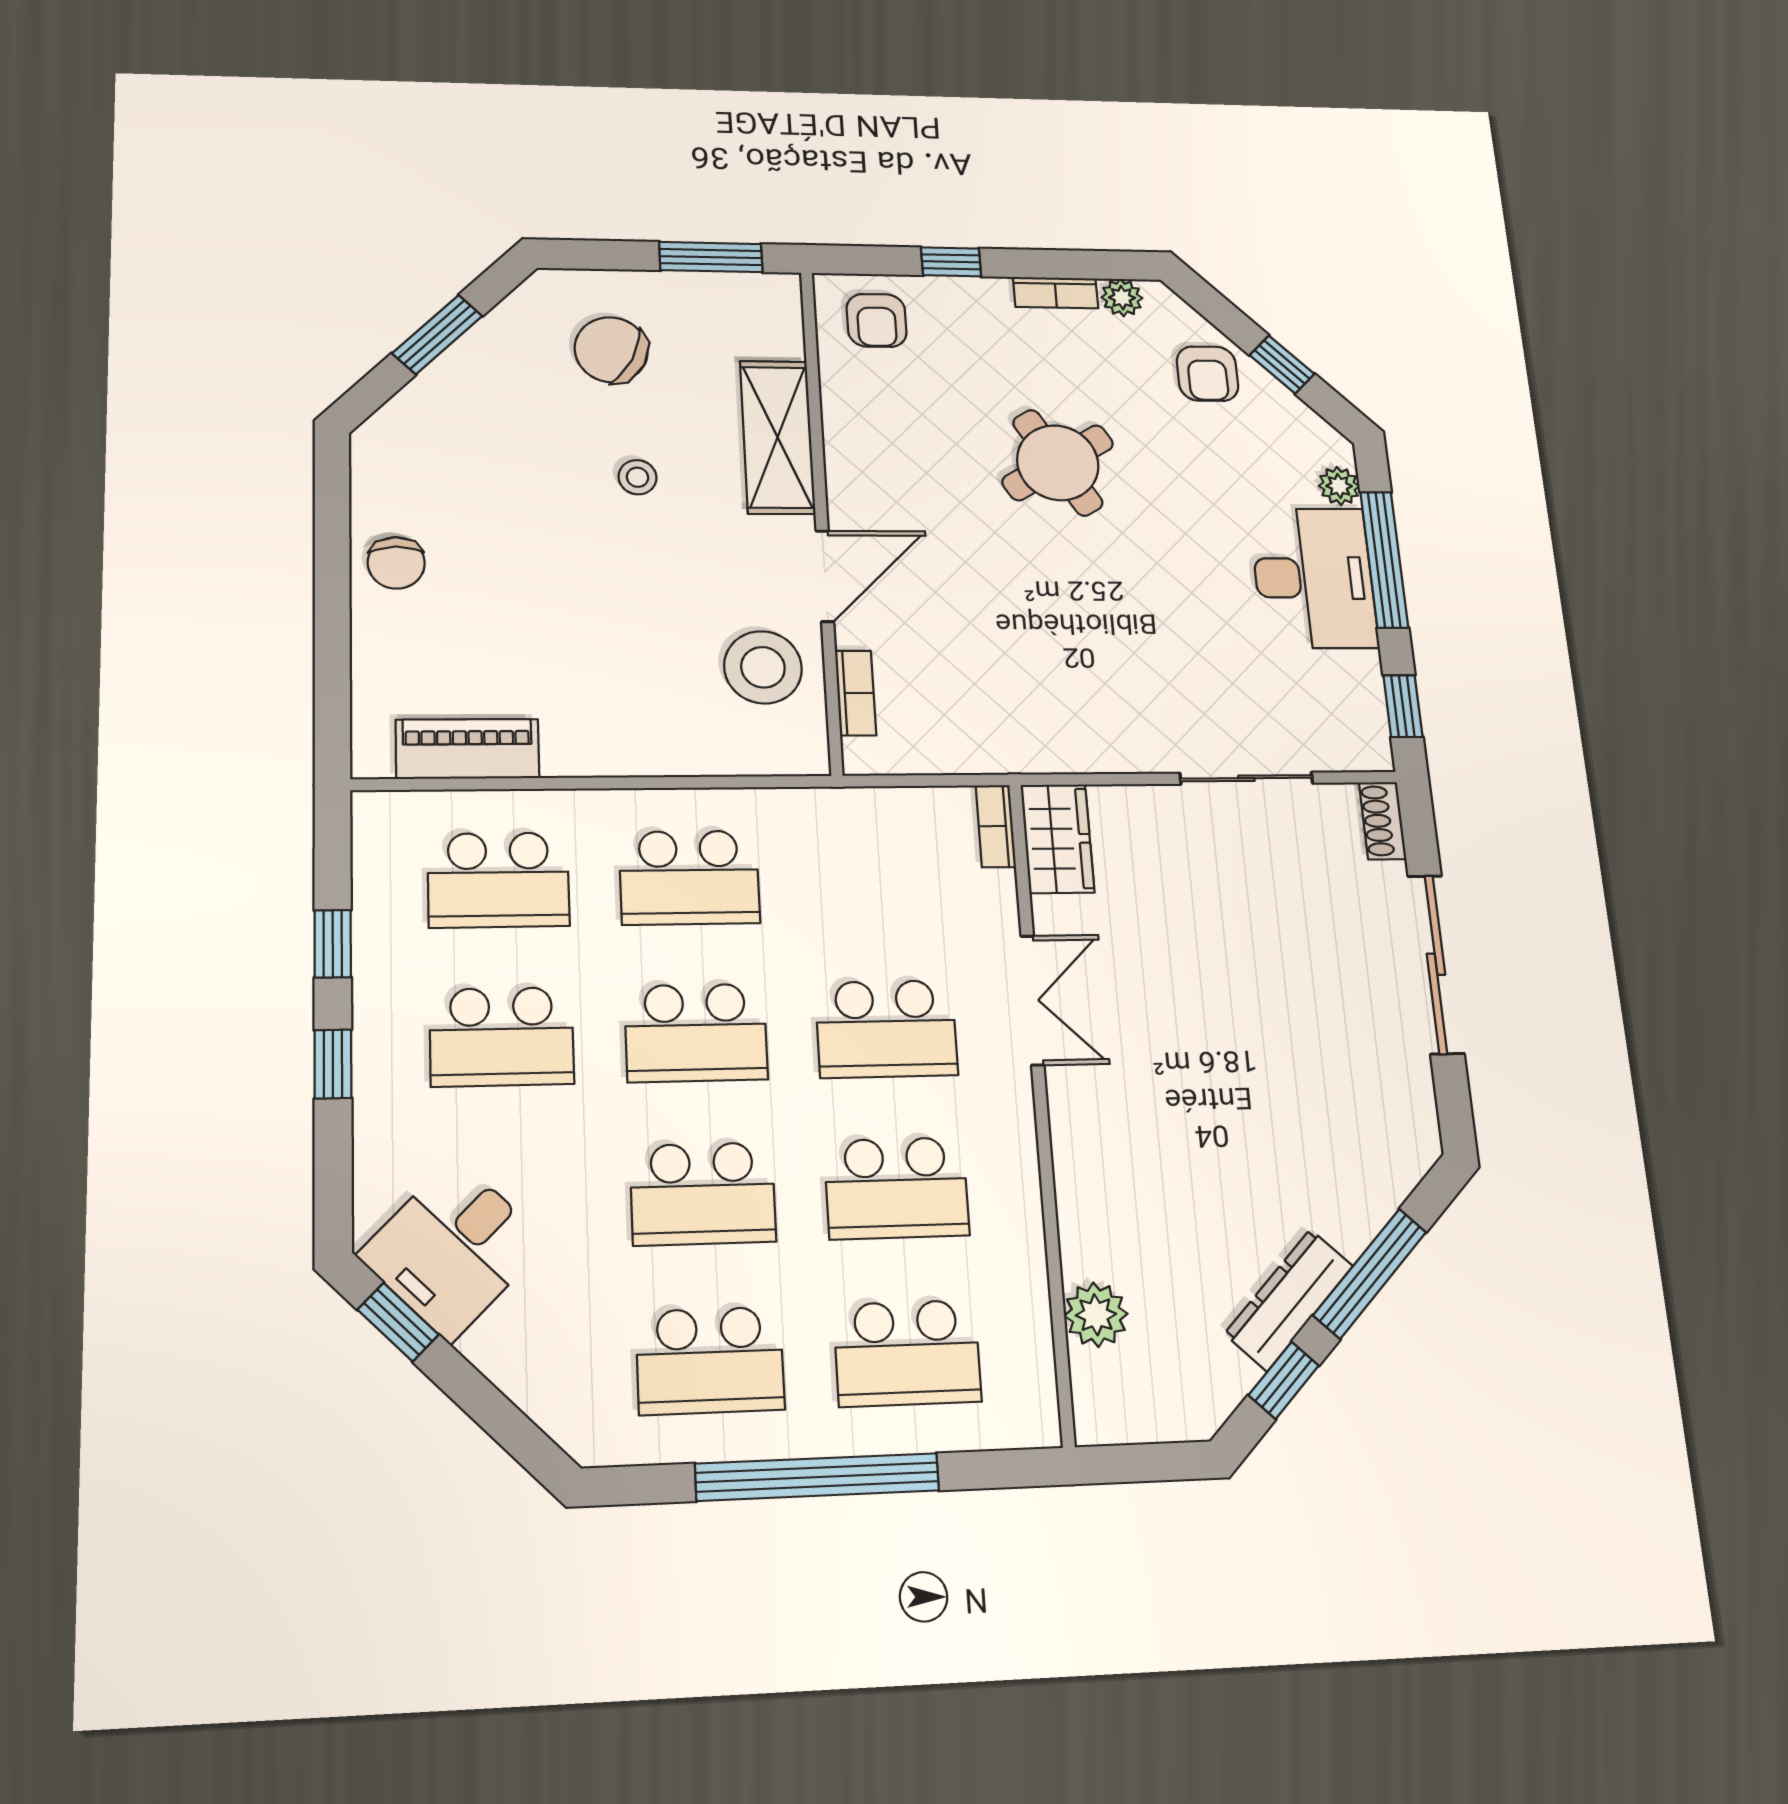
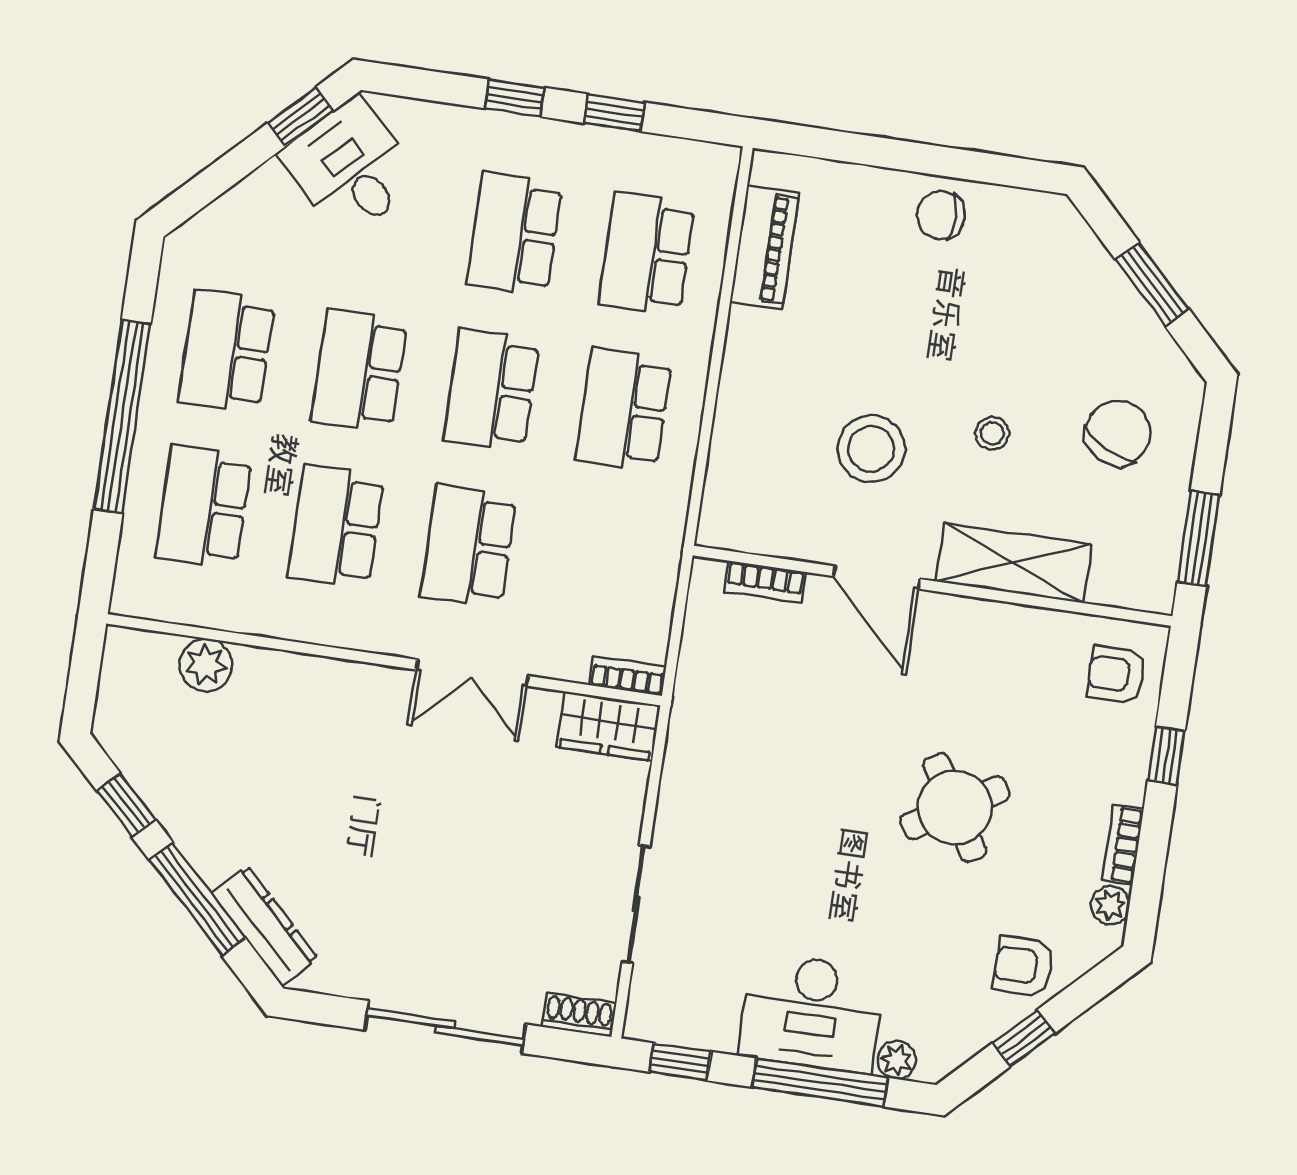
stool: (763, 667) -> (871, 449), moved
dresser: (1289, 1300) -> (264, 926), moved

